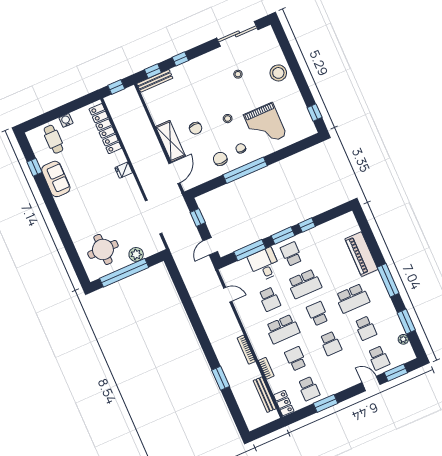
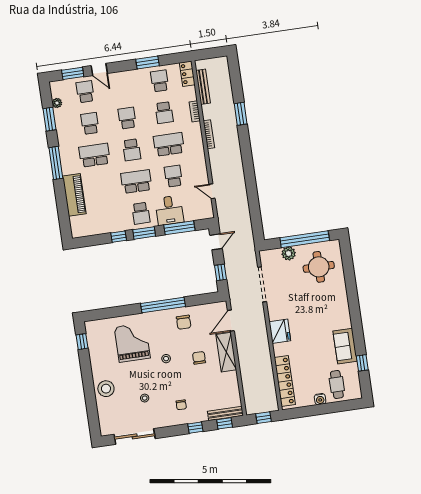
chair: (241, 148) -> (181, 405), moved
fridge: (124, 170) -> (280, 331), width x1.88, depth x1.34

